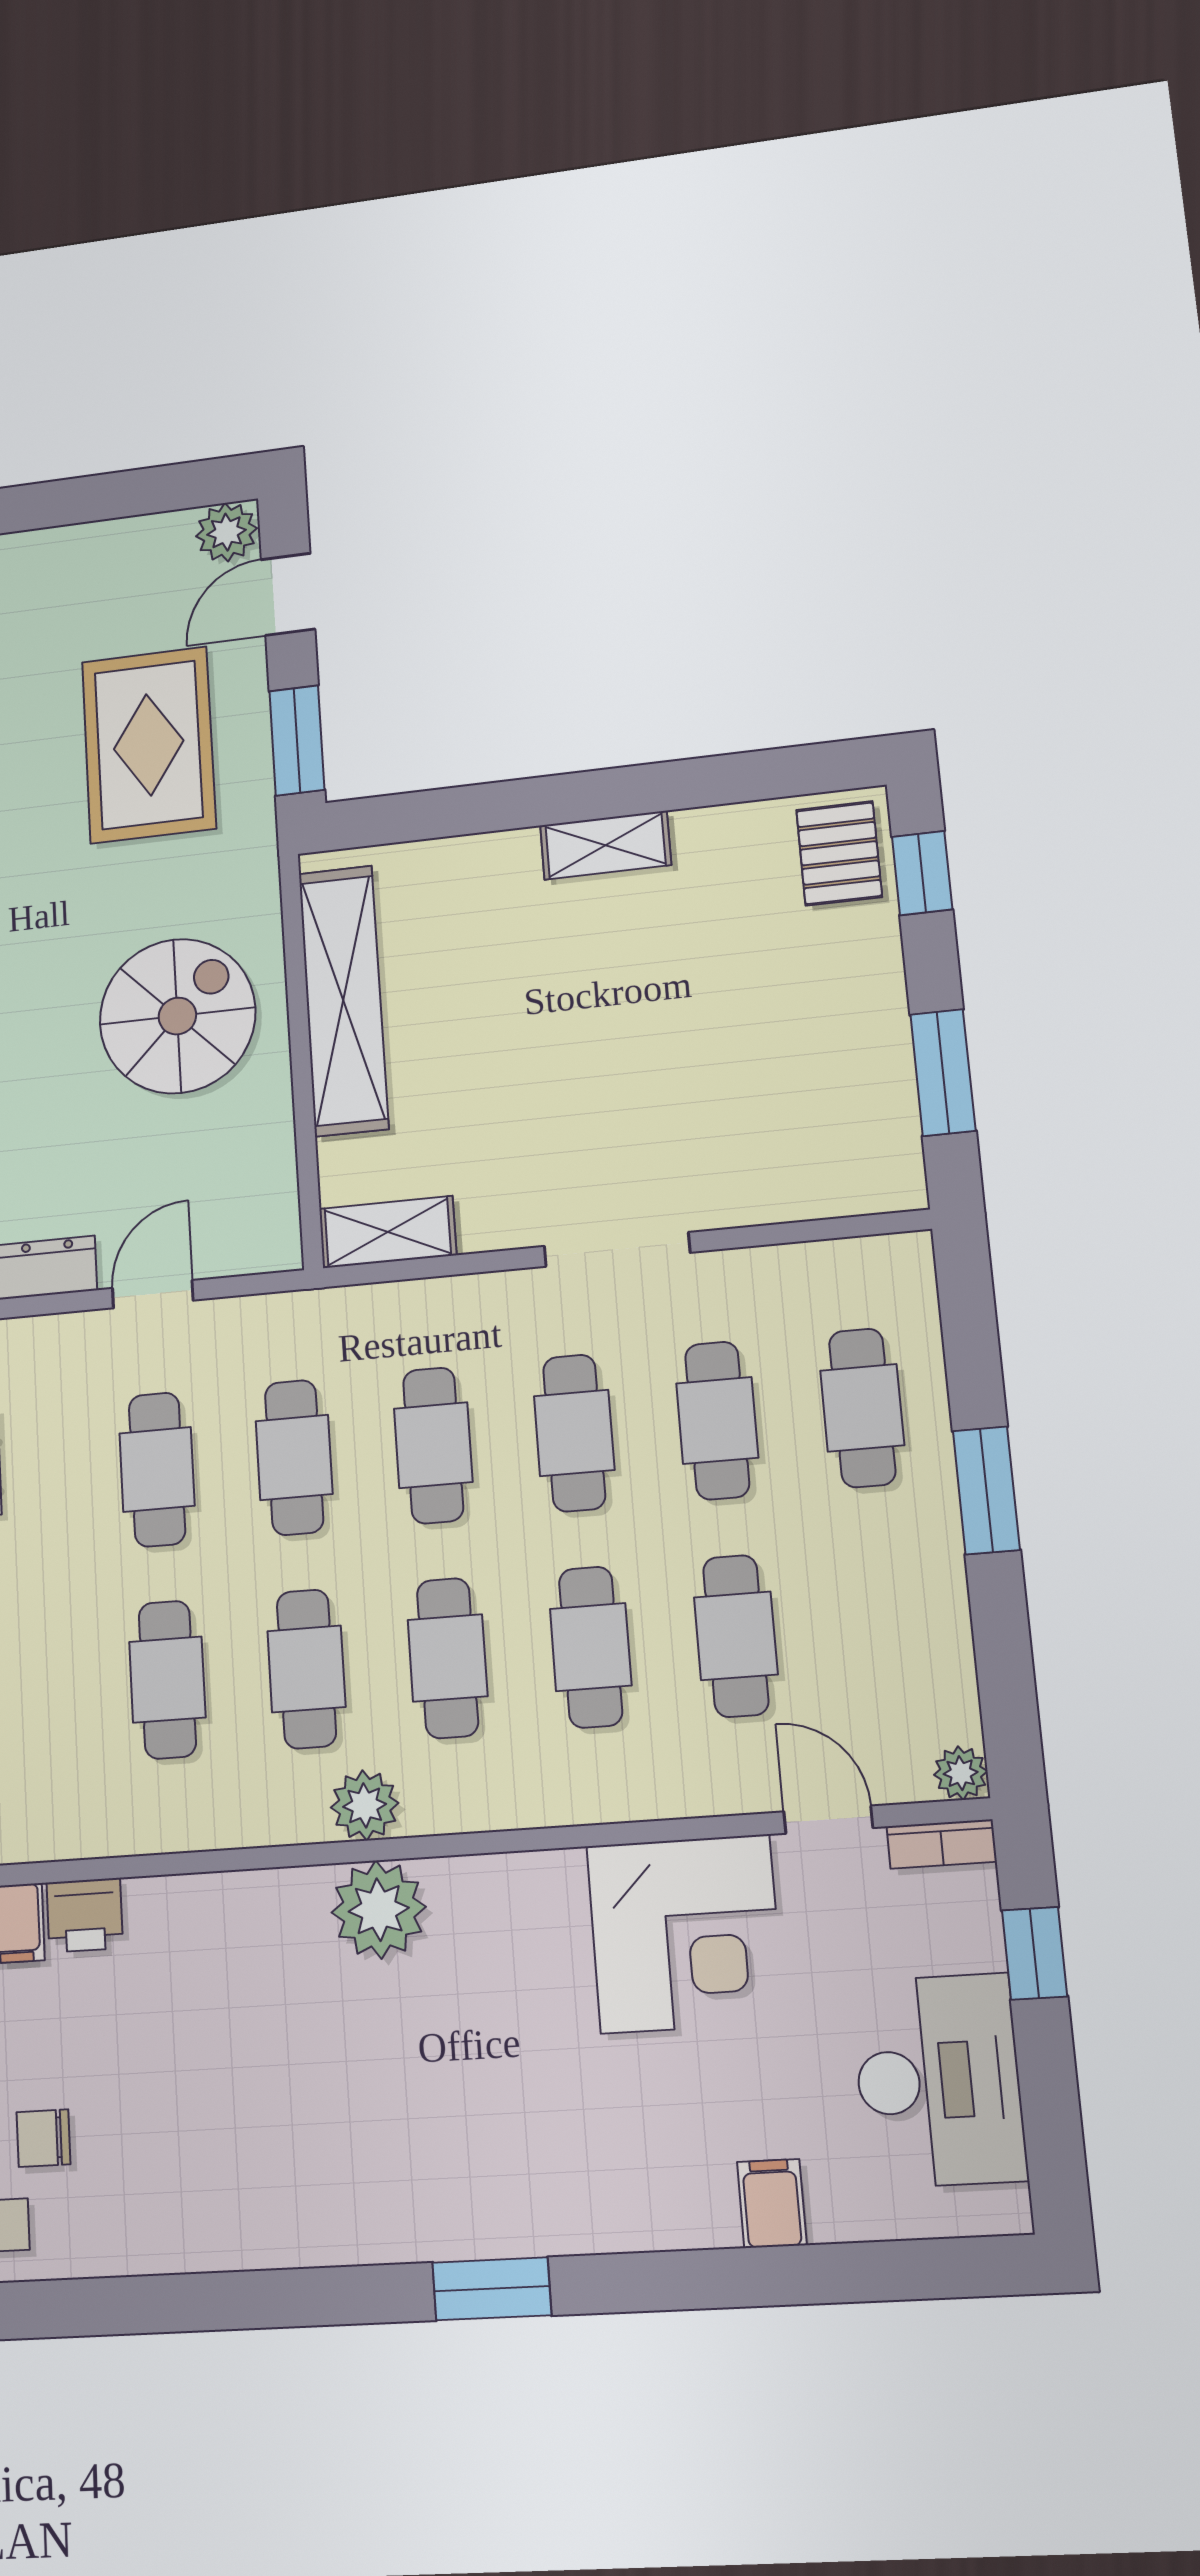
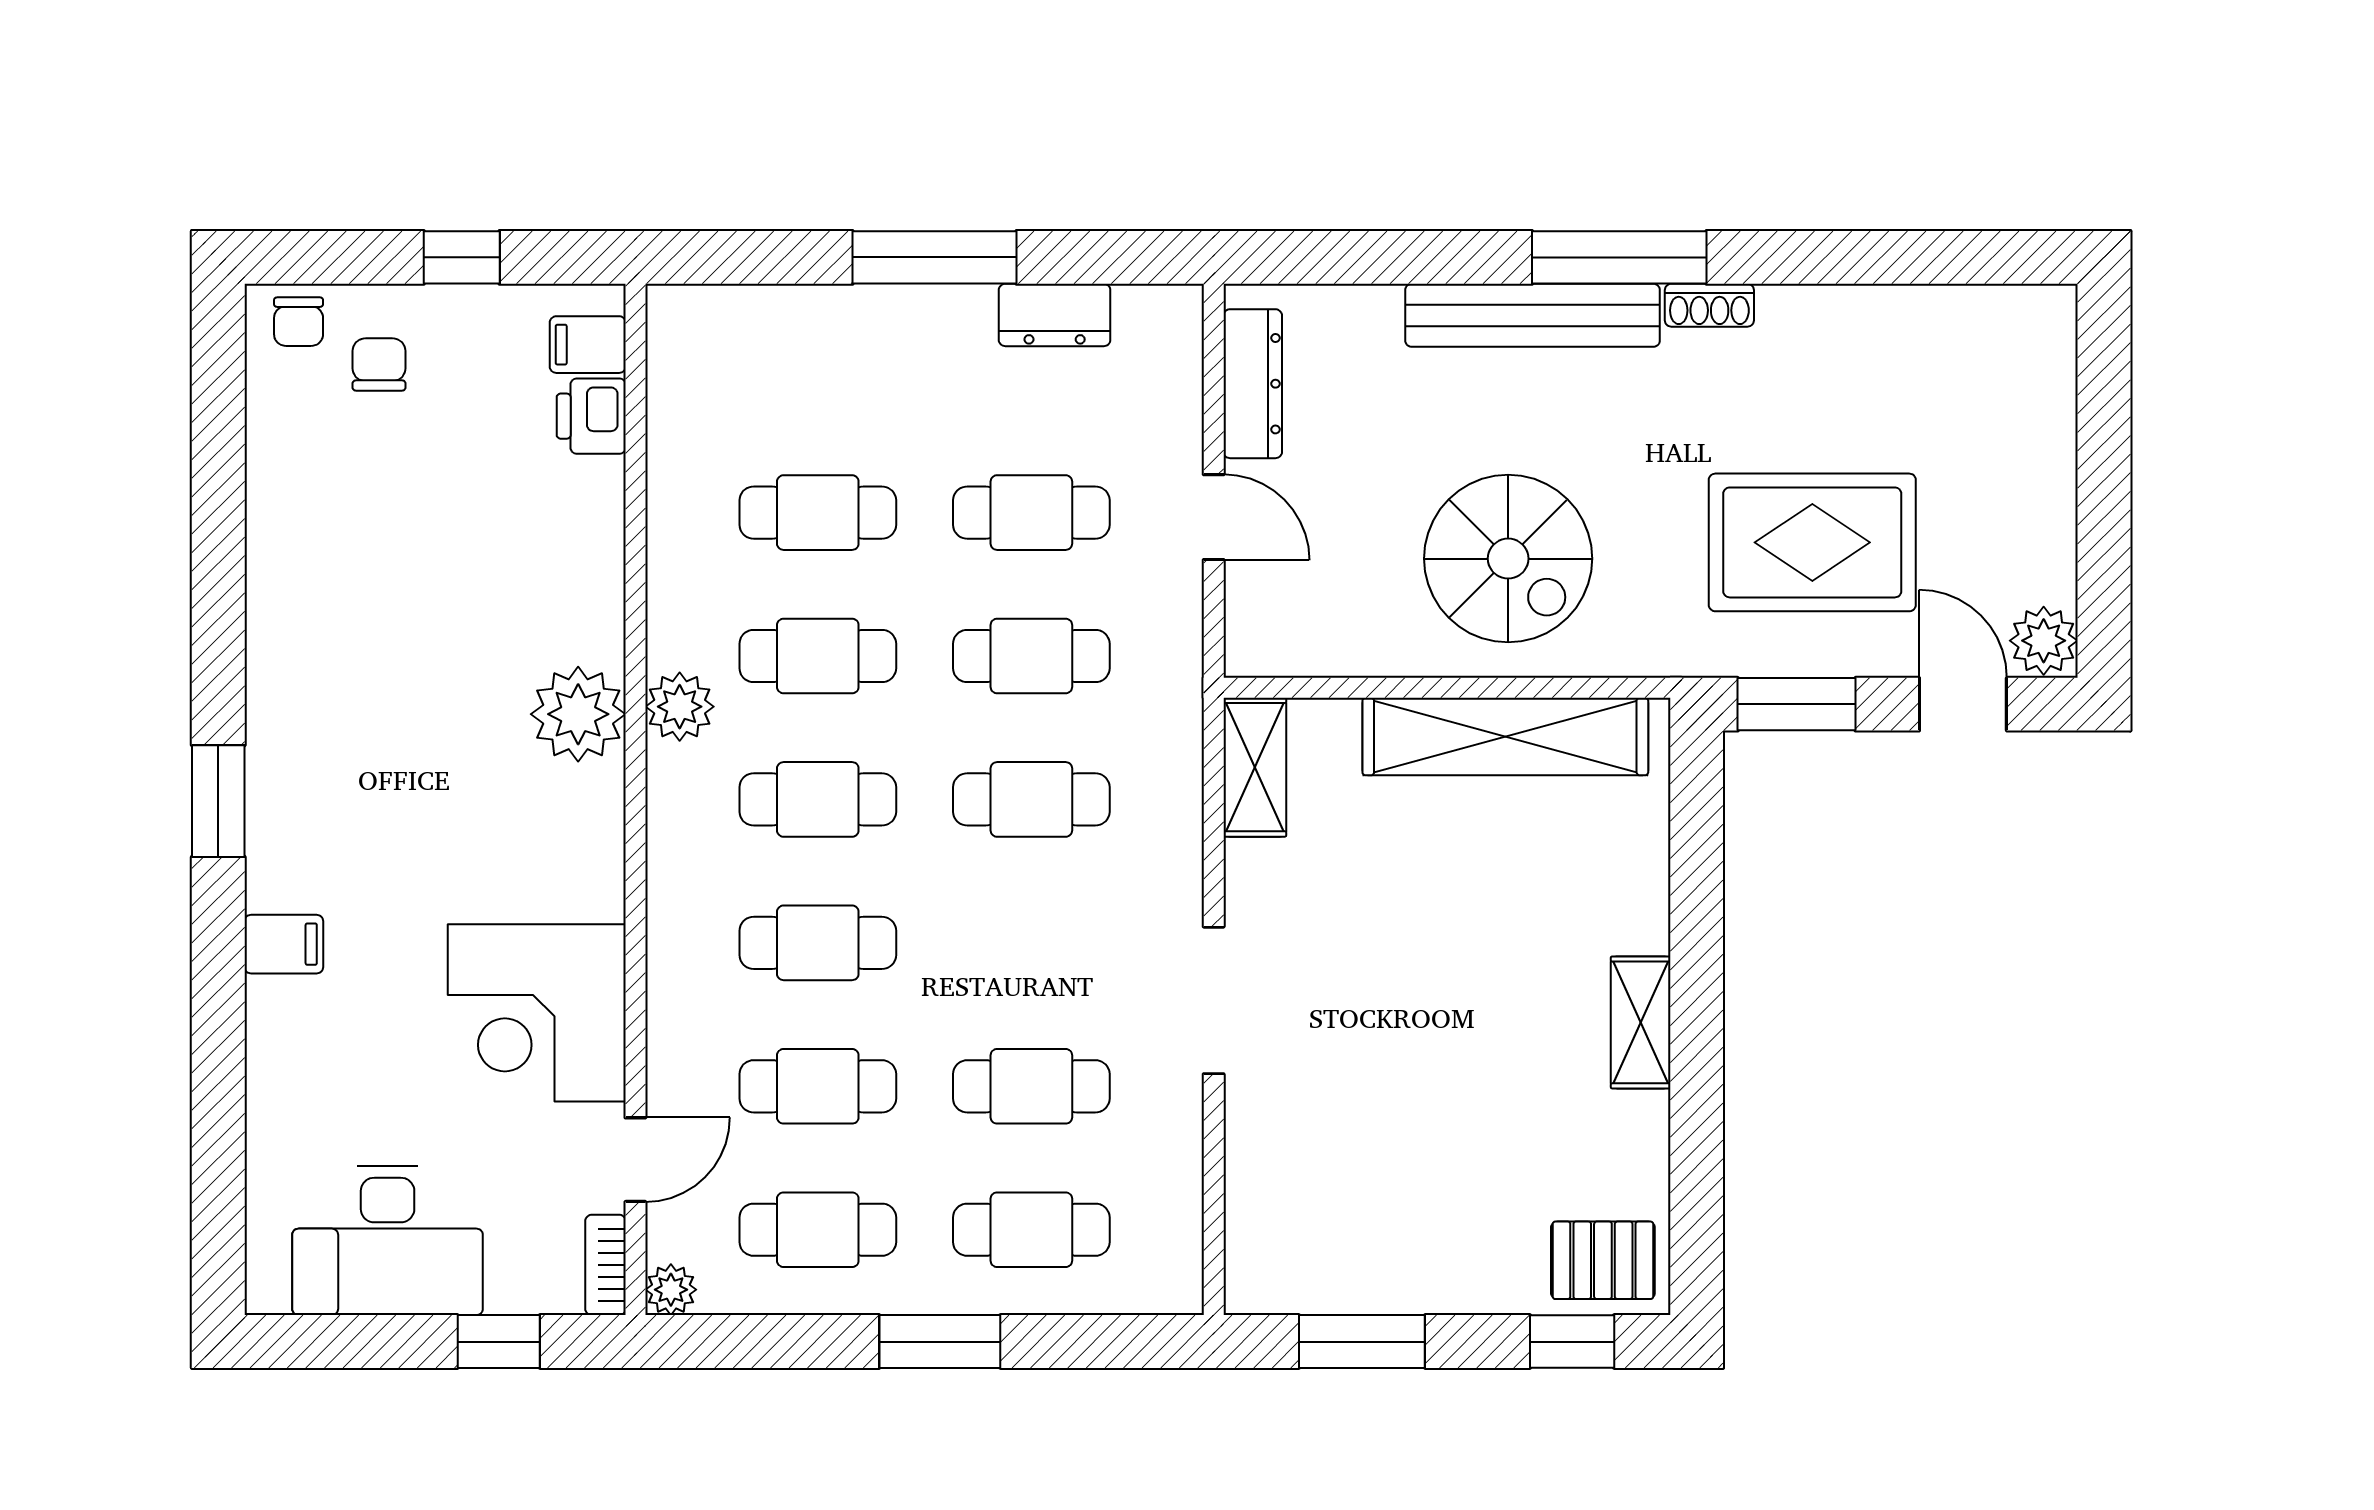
cafe table: (574, 1433) -> (818, 1230), moved
filing cabinet: (772, 2203) -> (284, 944), moved

